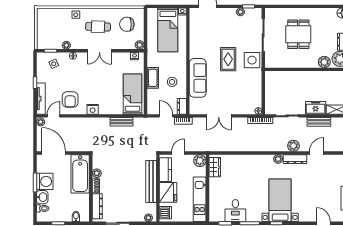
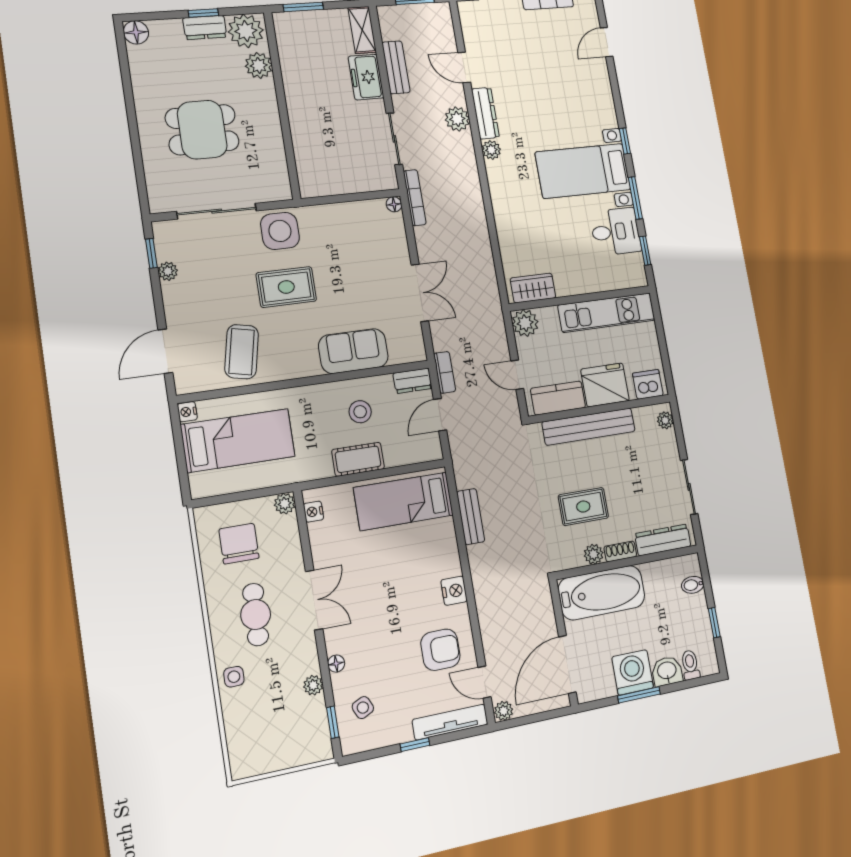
chair: (127, 24) -> (239, 544), turned 180
coffee table: (204, 37) -> (242, 352), added
sofa: (198, 78) -> (353, 351), width x0.73
rug: (118, 172) -> (583, 507), added
bed with nightstands: (280, 200) -> (583, 171), moved

